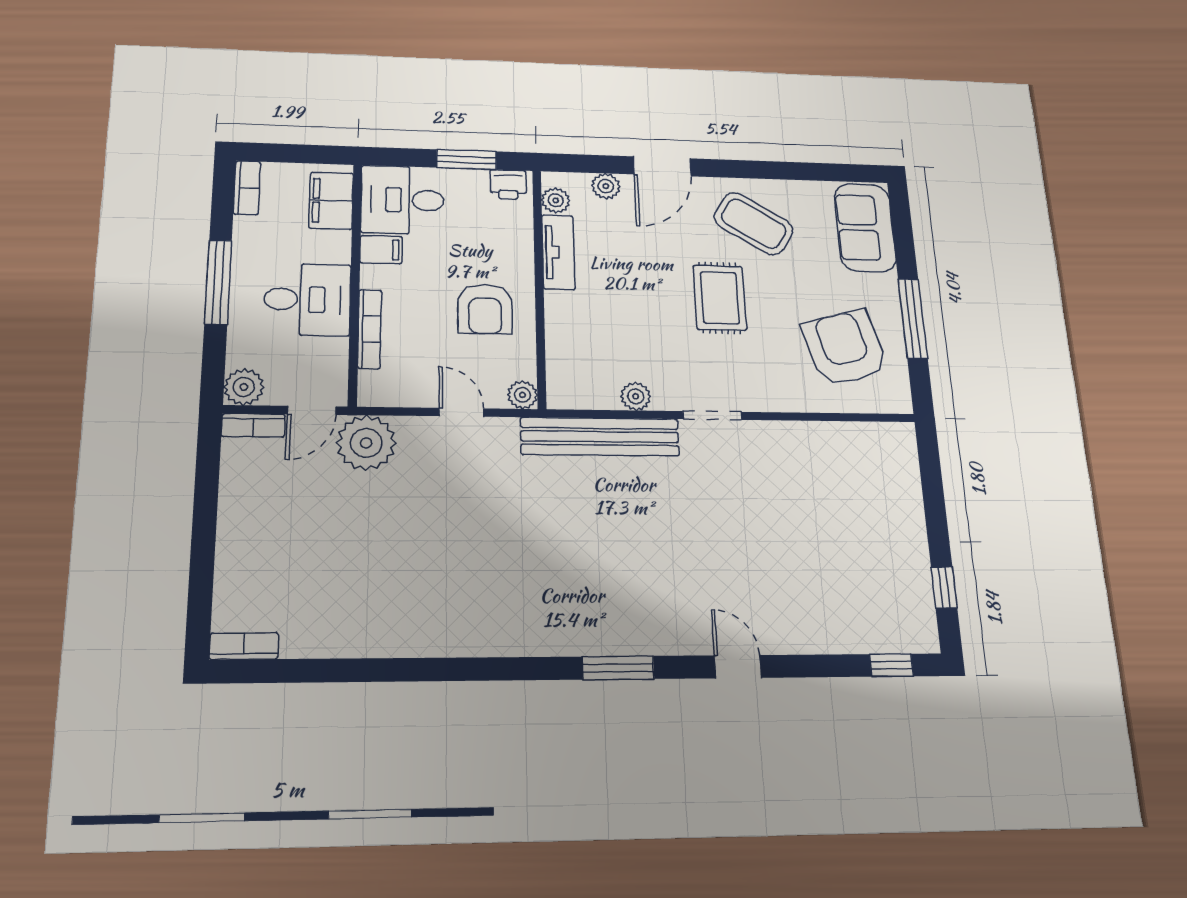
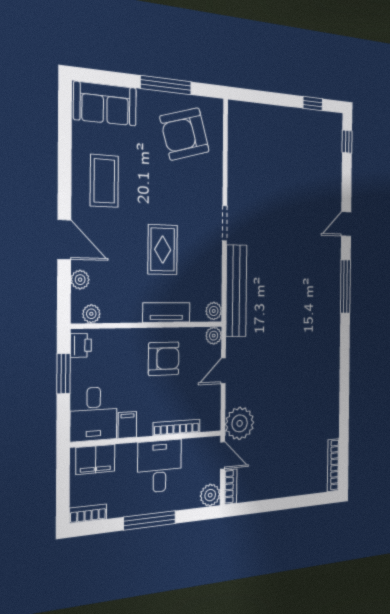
coffee table: (754, 224) -> (104, 181), turned -32
tv unit: (558, 252) -> (166, 312), moved
rug: (720, 298) -> (163, 250), moved, turned 90
plant: (636, 396) -> (214, 311), moved
bookcase: (244, 646) -> (333, 465), width x1.56
window: (618, 668) -> (345, 287), width x1.44

